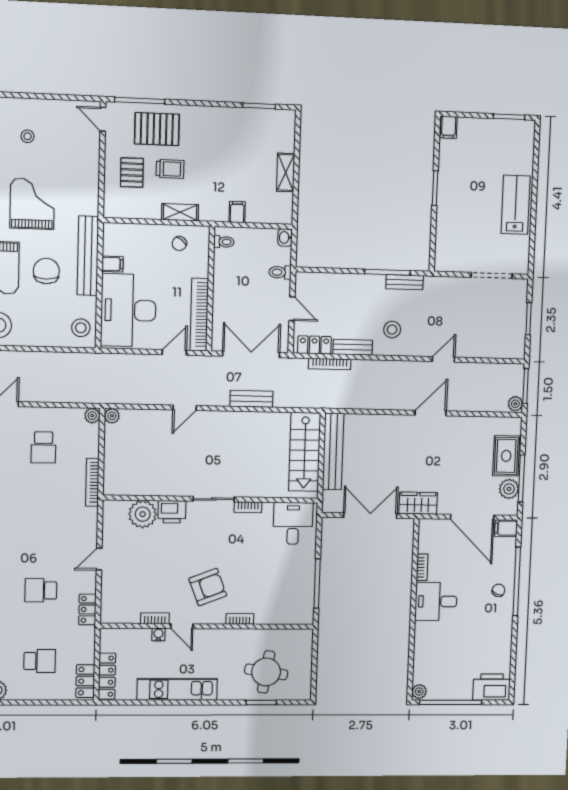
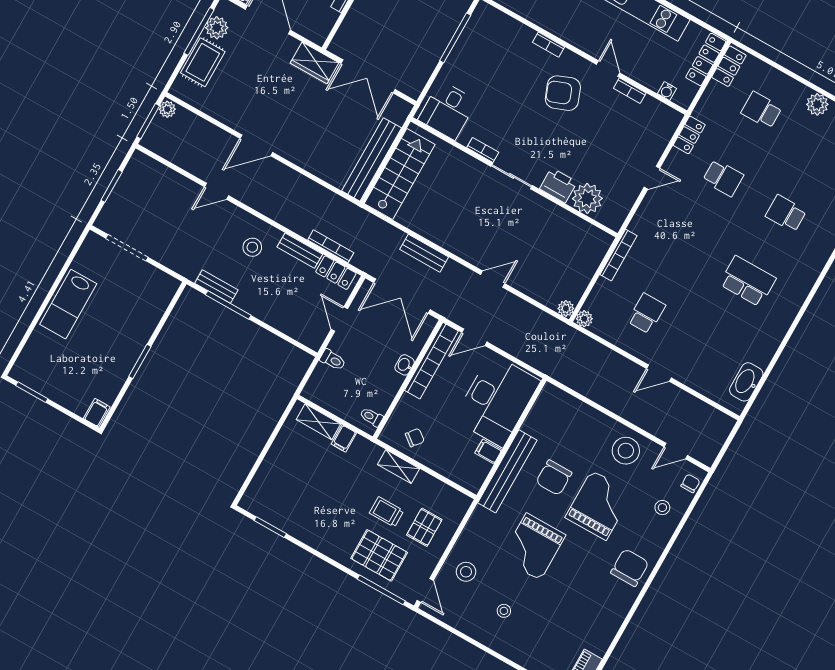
shelving: (286, 172) -> (318, 422), moved, turned 90
washbasin: (285, 237) -> (405, 365), moved, turned 180
stool: (81, 328) -> (466, 572), moved
water cooler: (158, 634) -> (667, 91), moved

